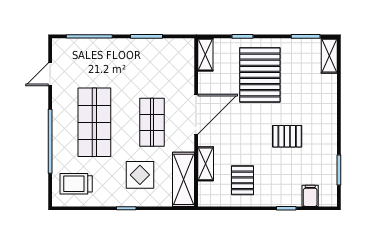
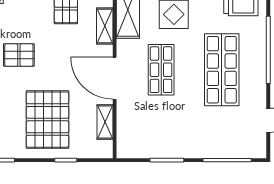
shelving: (205, 55) -> (105, 122), moved
door: (196, 114) -> (115, 78), hinge flipped

